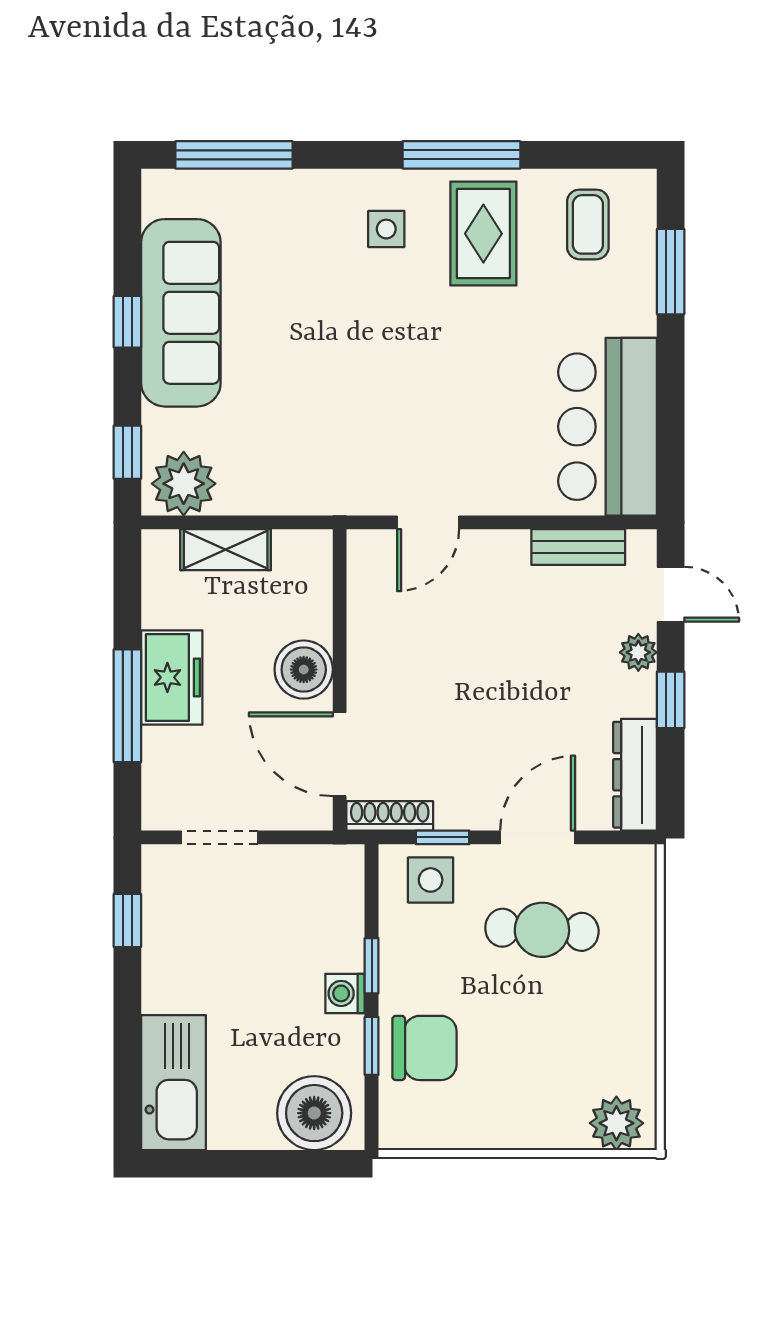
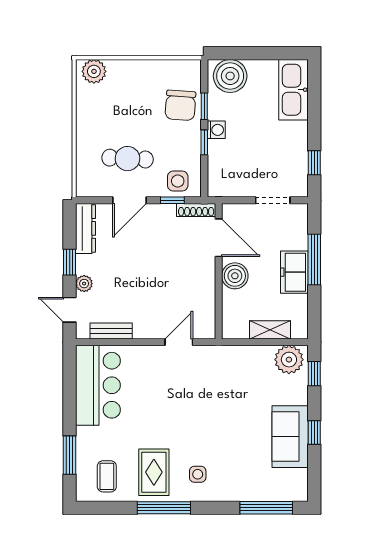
sofa: (181, 313) -> (290, 437), width x0.73
chair: (424, 1048) -> (180, 105), turned -86

